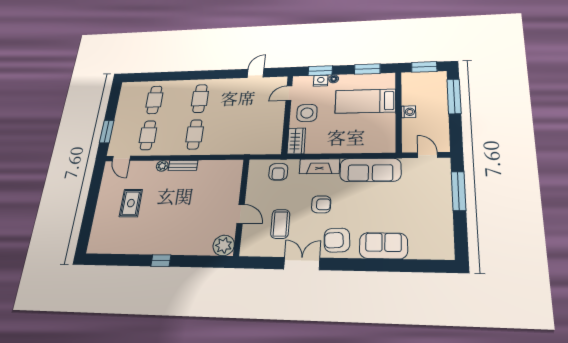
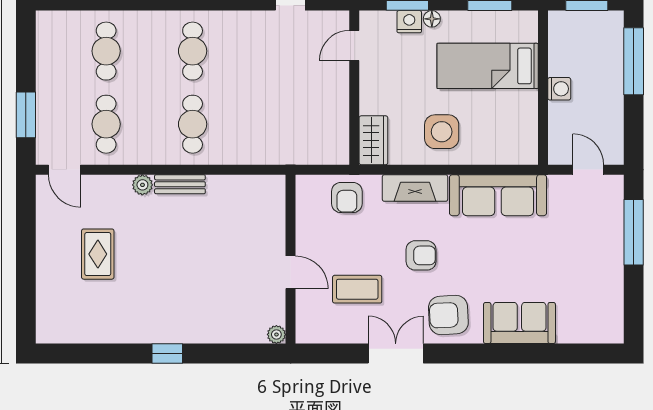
side table: (307, 113) -> (442, 132), moved
coffee table: (280, 224) -> (357, 289), turned 90
plant: (224, 245) -> (276, 334), width x0.53, depth x0.53

